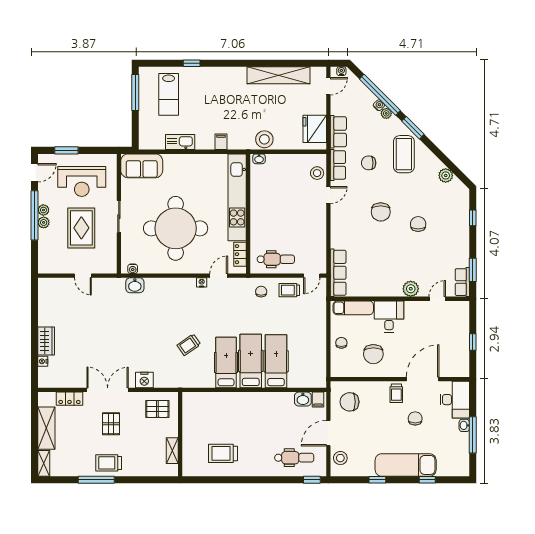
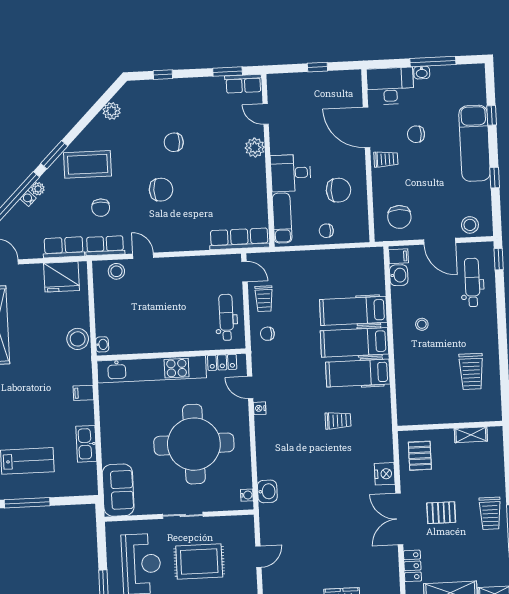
trolley: (189, 345) -> (338, 421), turned -55
stool: (263, 416) -> (422, 324), added

